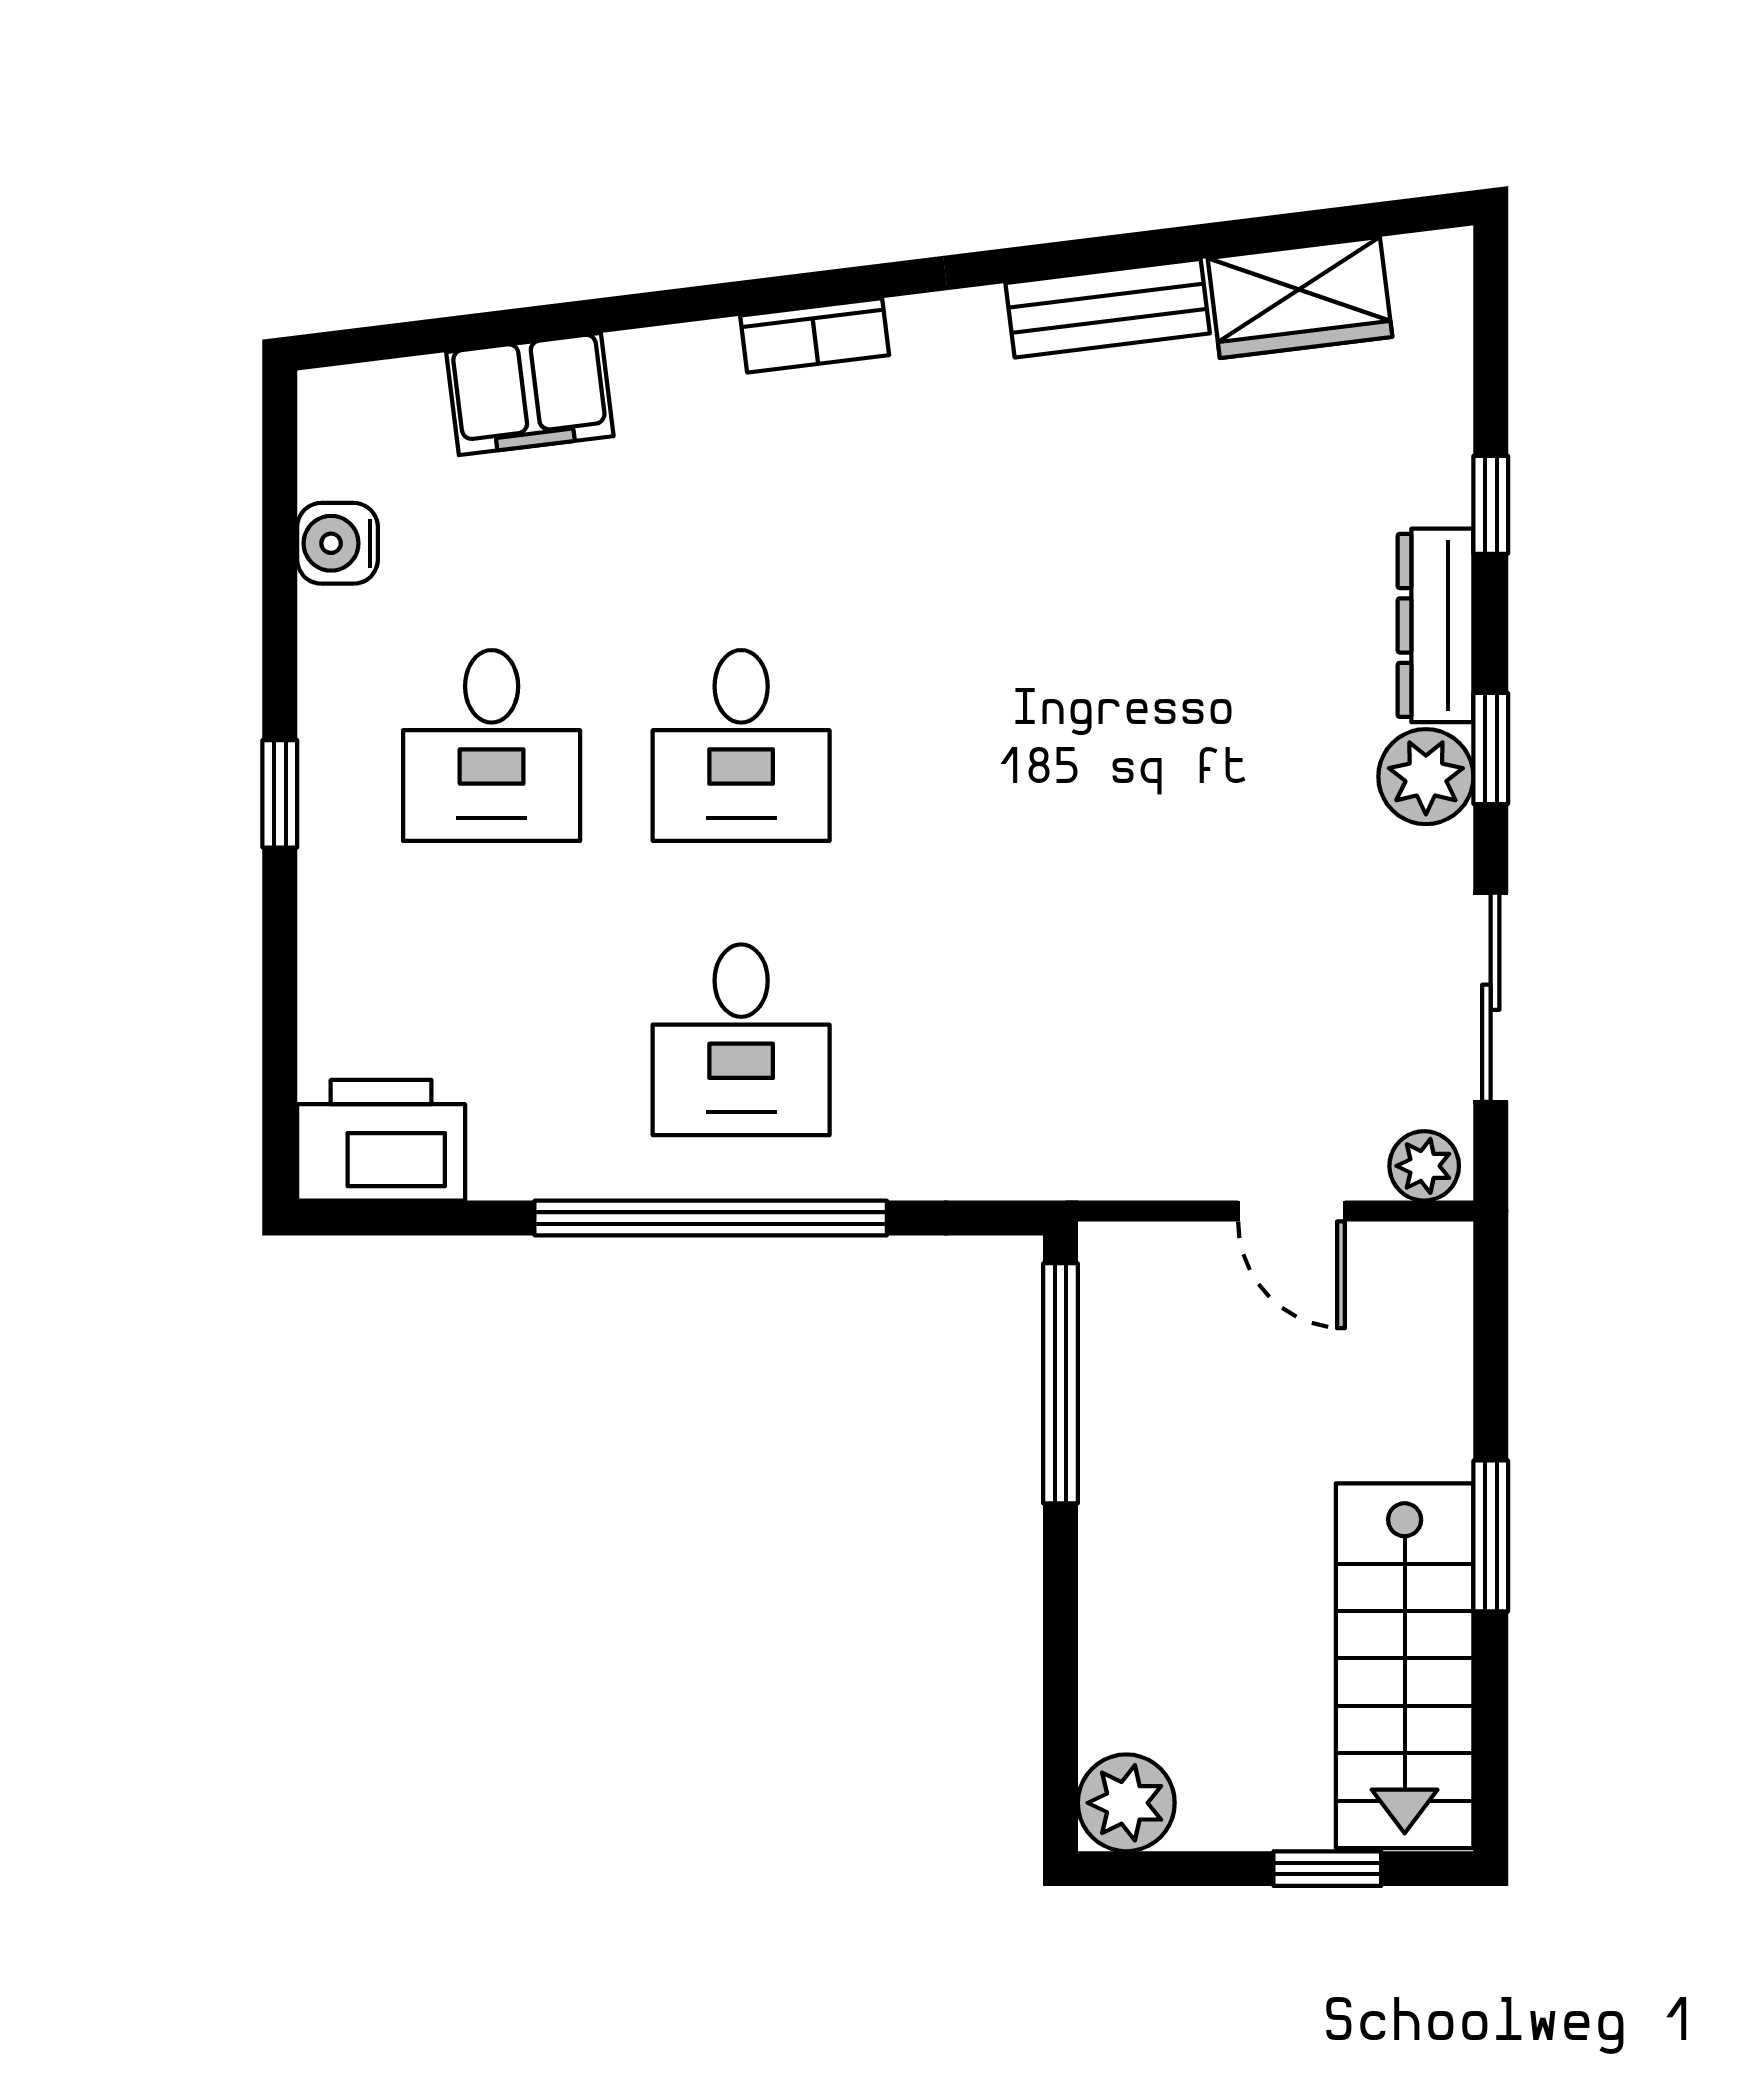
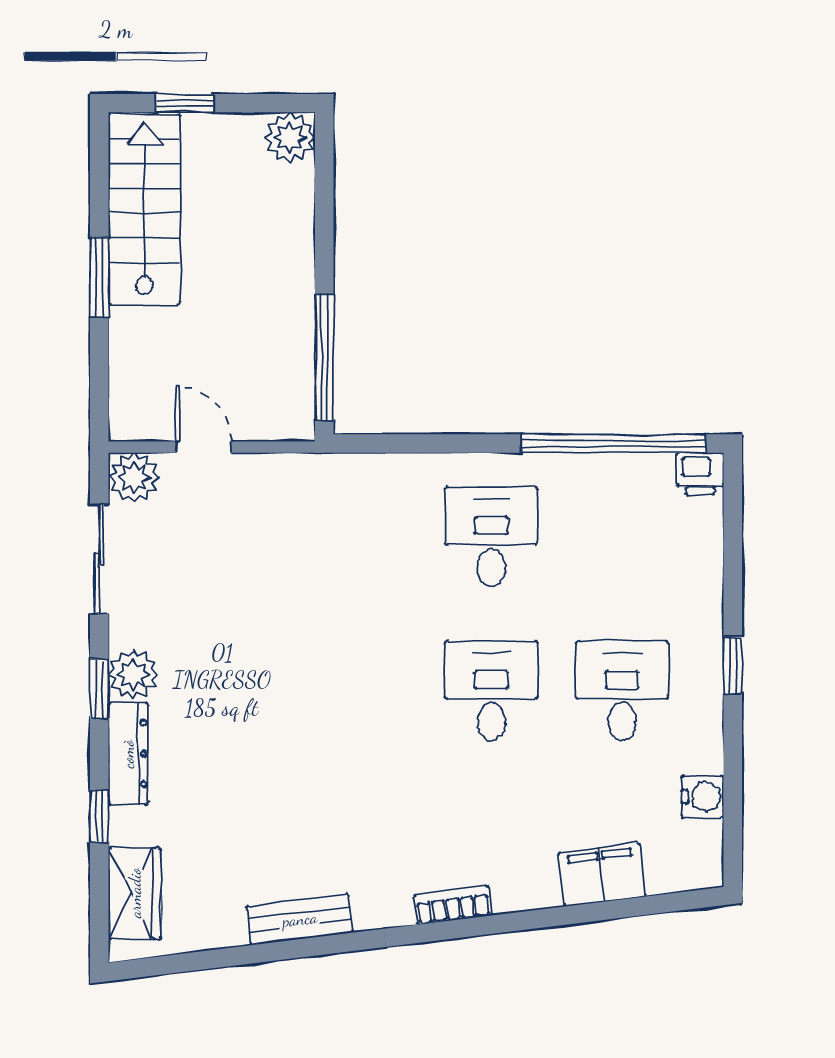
wardrobe: (1300, 297) -> (135, 893), moved, turned 97
printer: (381, 1140) -> (700, 474), width x0.53, depth x0.68
plant: (1424, 1166) -> (134, 478), width x1.38, depth x1.38
window: (711, 1218) -> (614, 443), moved

